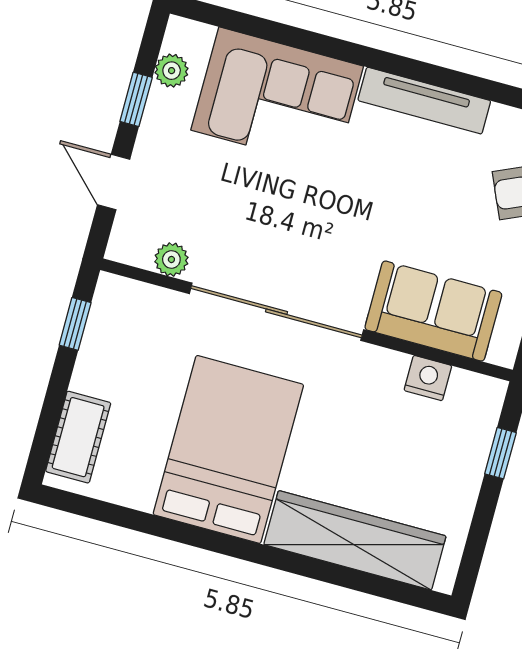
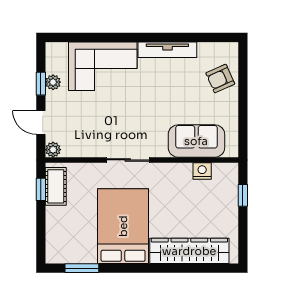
plant: (172, 71) -> (53, 82), moved
plant: (171, 259) -> (53, 150), moved
sliding door: (276, 312) -> (128, 160), width x0.54
cot: (78, 437) -> (56, 186), moved
window: (117, 515) -> (82, 268), added

